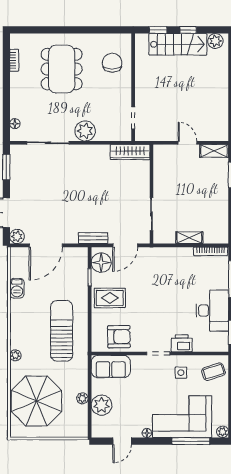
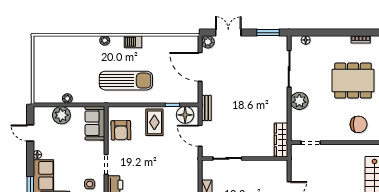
barbecue: (17, 288) -> (133, 42), moved
parasol: (36, 401) -> (65, 59), removed

